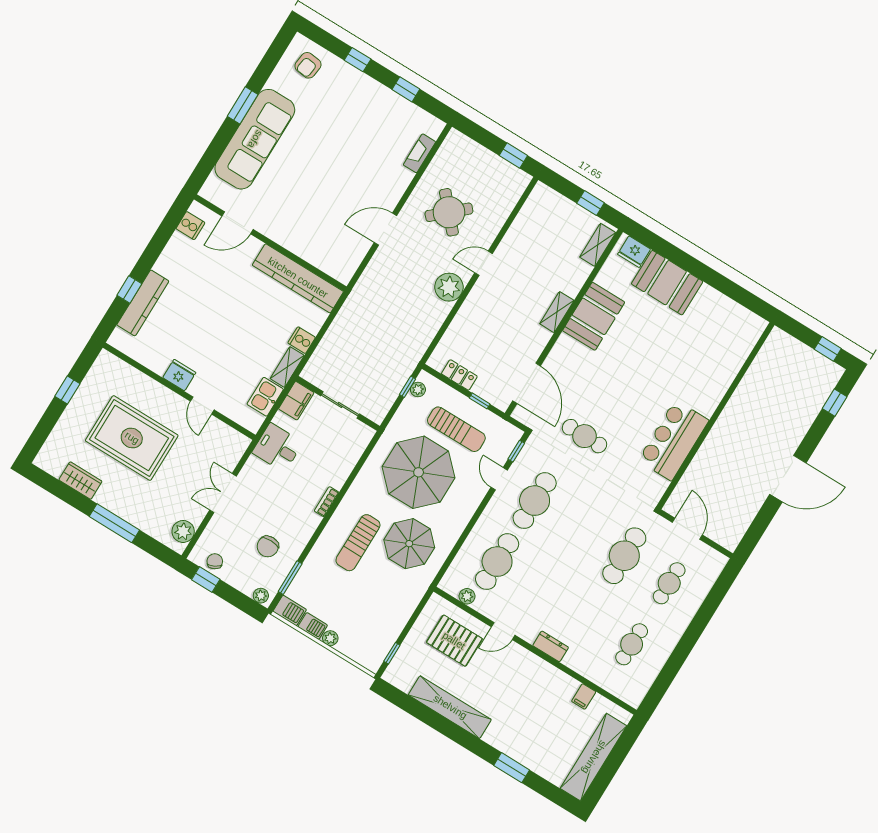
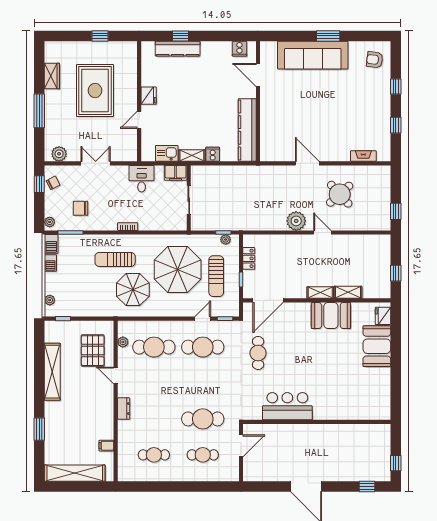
shelving: (598, 245) -> (348, 292), moved
plant: (330, 638) -> (50, 300), moved

